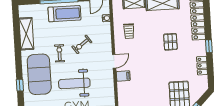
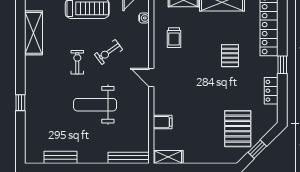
door: (114, 61) -> (151, 77), swing flipped
exercise mat: (39, 74) -> (48, 89), removed
filing cabinet: (123, 76) -> (163, 122), moved

